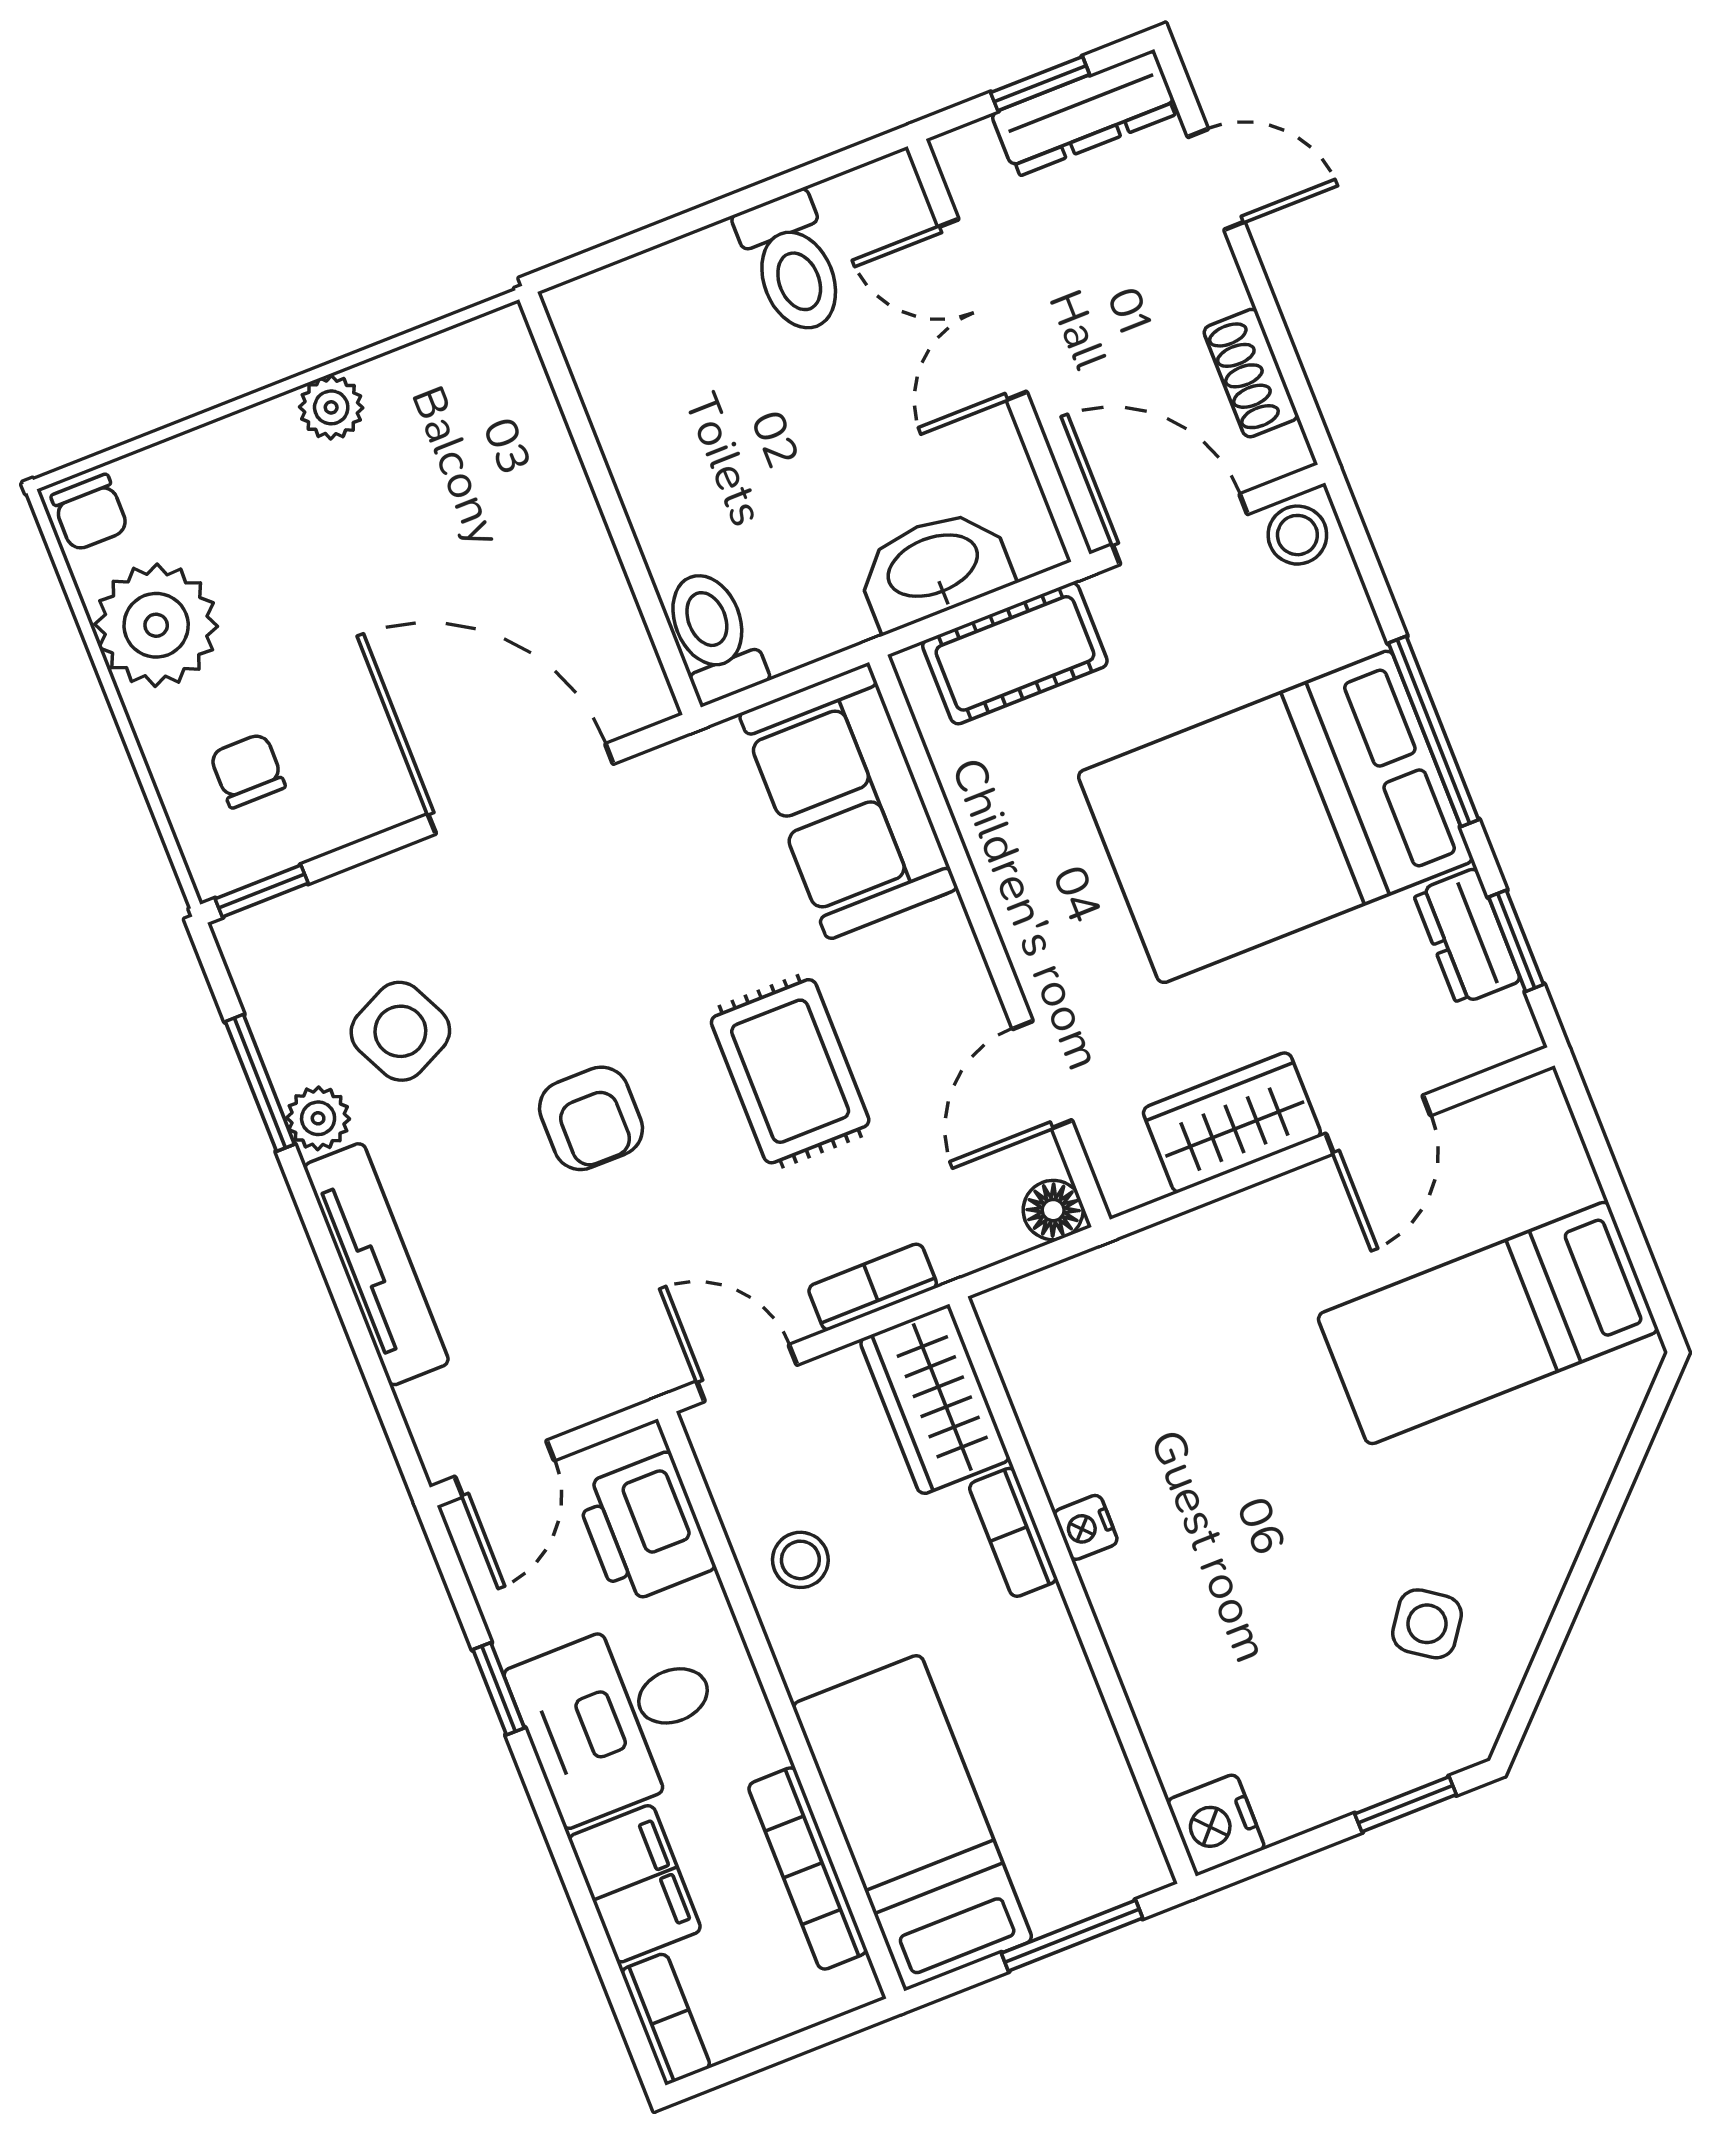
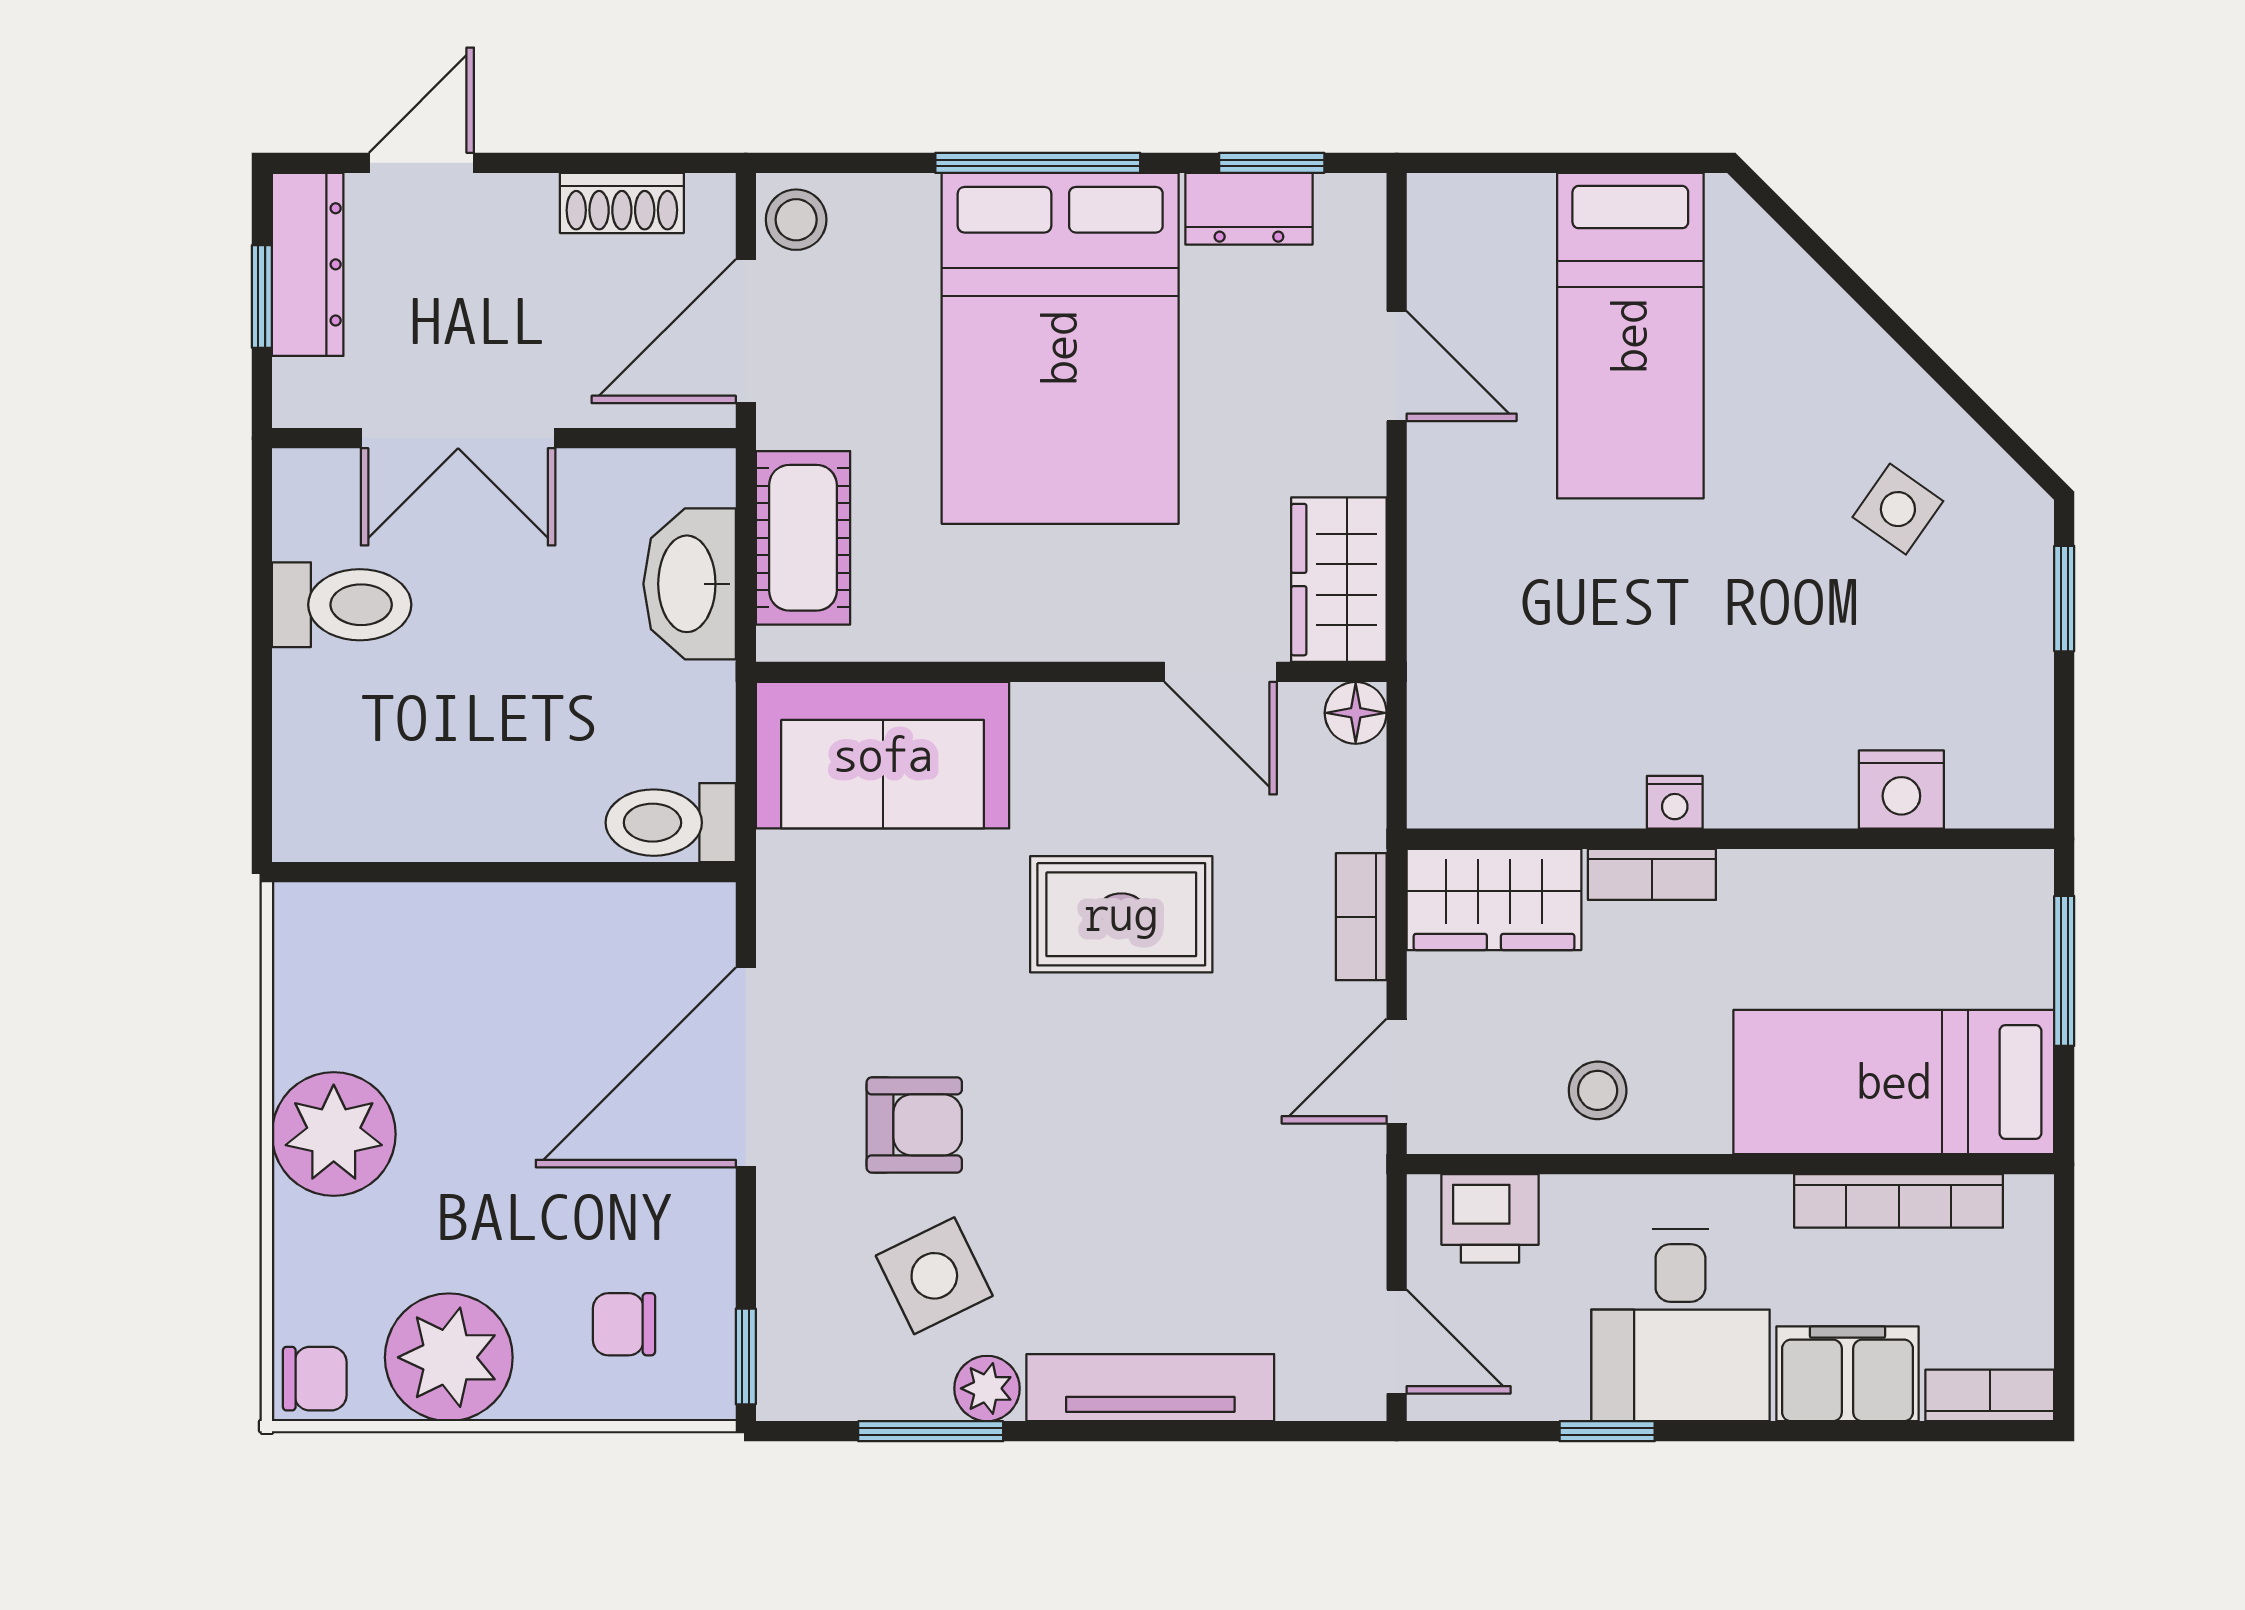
plant: (331, 407) -> (334, 1134), width x1.88, depth x1.88
armchair: (591, 1118) -> (914, 1125), moved
wardrobe: (1232, 1122) -> (1339, 580), moved
printer: (645, 1528) -> (1490, 1218), width x0.73, depth x0.81
nightstand: (1216, 1825) -> (1901, 790), moved

